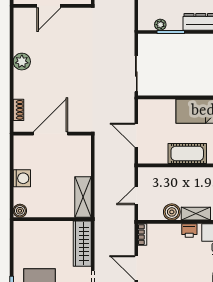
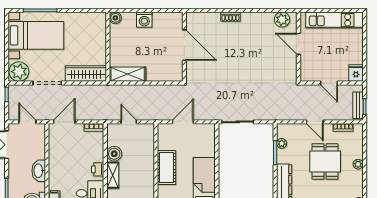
plant: (22, 62) -> (282, 20), moved
shoe rack: (18, 110) -> (230, 17), moved

